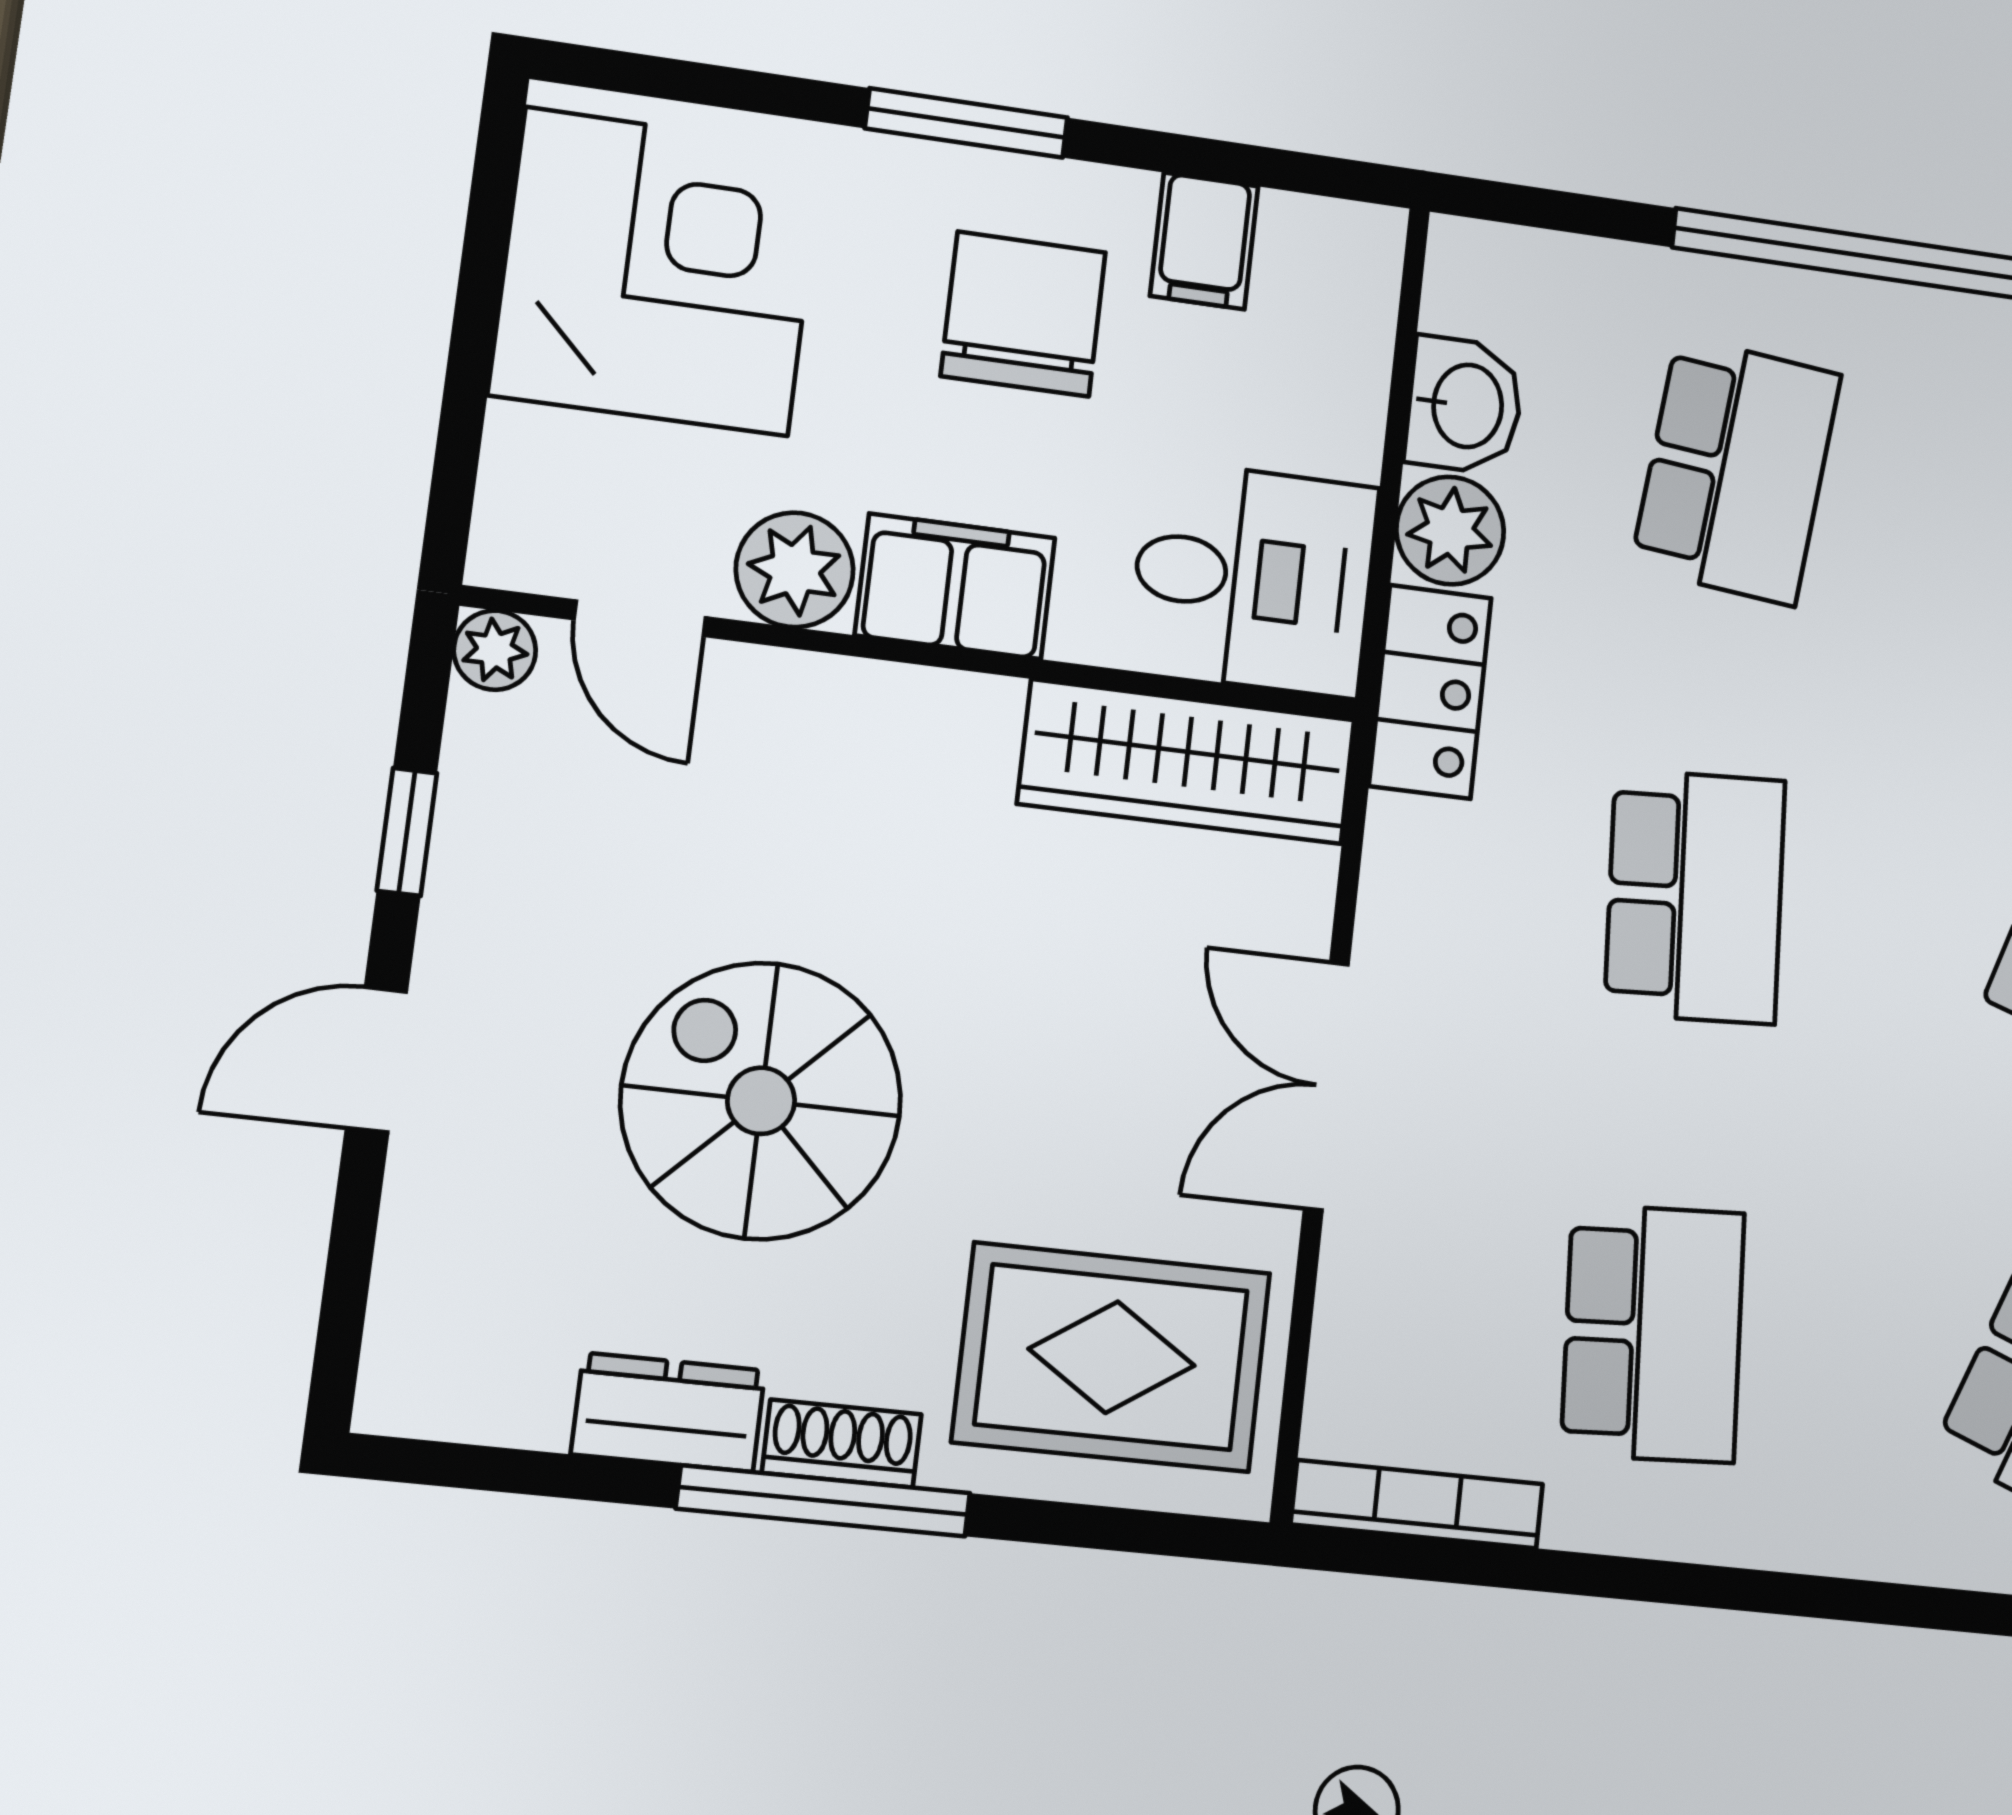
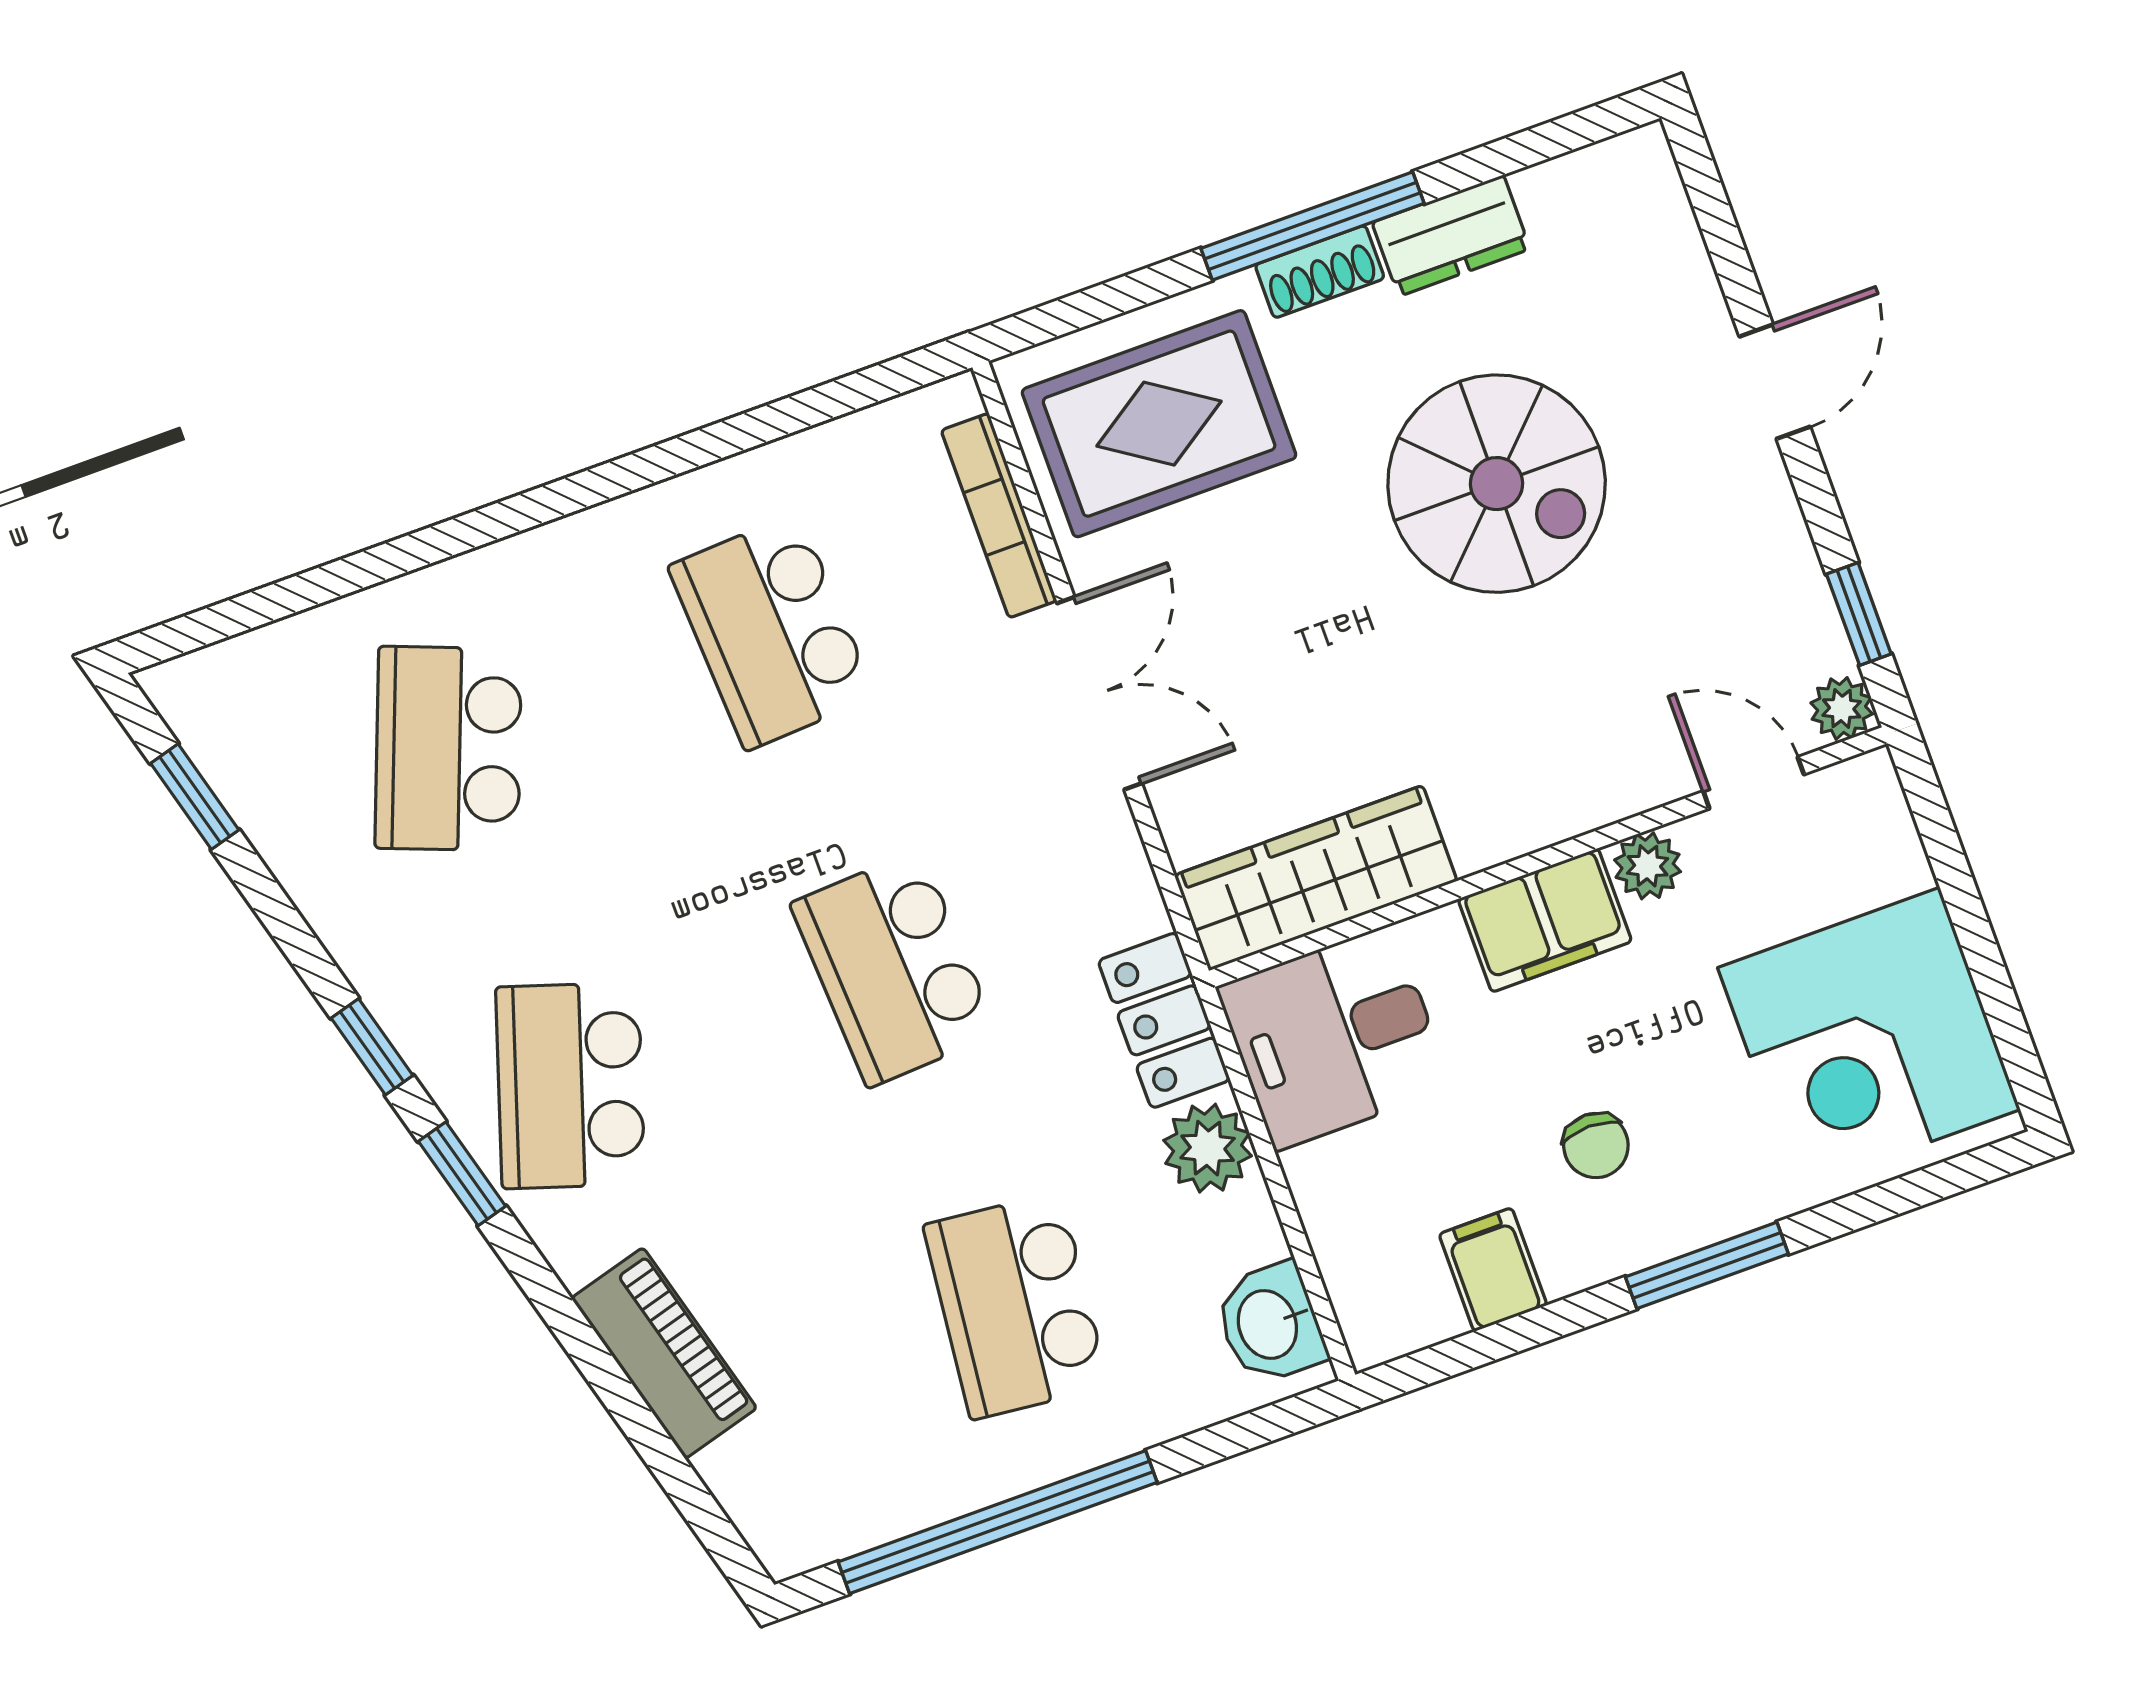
chair: (1023, 314) -> (1596, 1145), width x0.54, depth x0.54
washbasin: (1464, 405) -> (1270, 1324), moved
plant: (795, 570) -> (1648, 866), width x0.73, depth x0.73
window: (407, 832) -> (1859, 614), moved
bookcase: (1417, 1504) -> (999, 516), moved, turned 90

